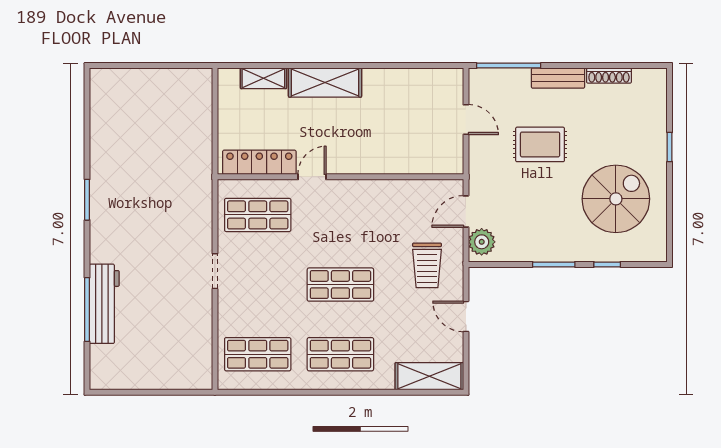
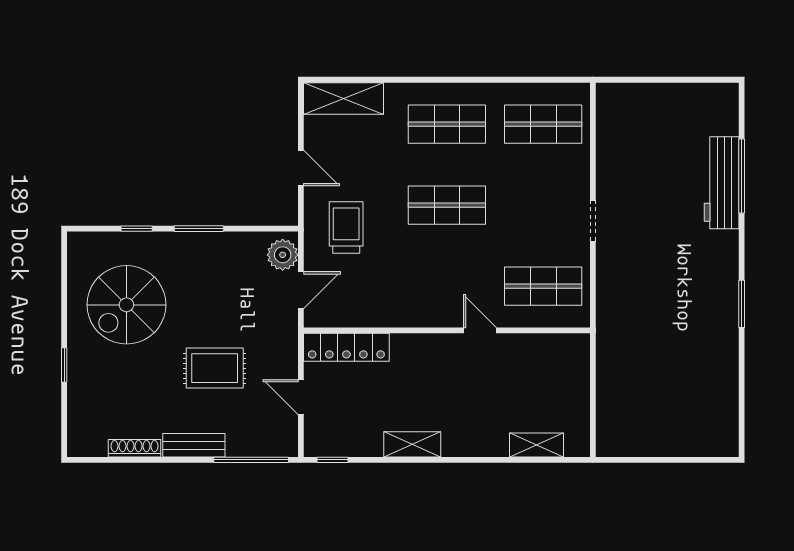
window: (439, 66) -> (332, 460), added
shelving: (325, 83) -> (412, 444), moved, width x0.67, depth x0.75
locker: (259, 162) -> (346, 347), moved
door: (312, 177) -> (480, 330), swing flipped

